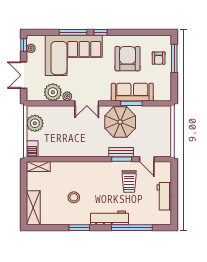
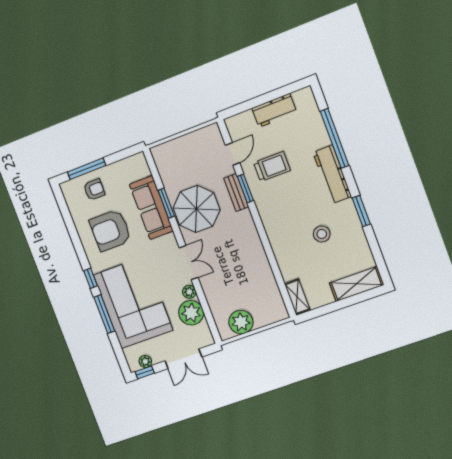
barbecue: (32, 149) -> (276, 314), removed

